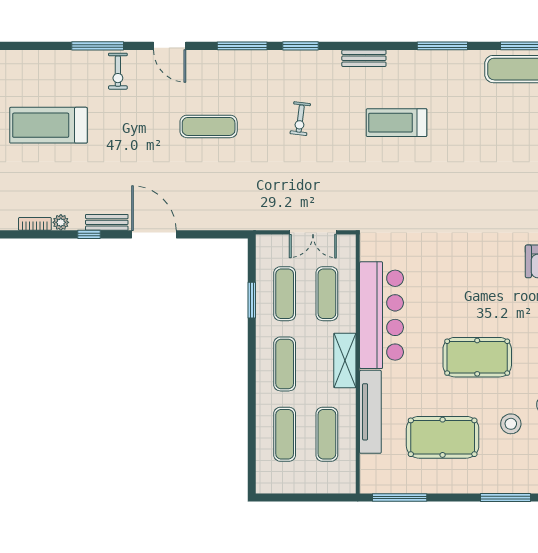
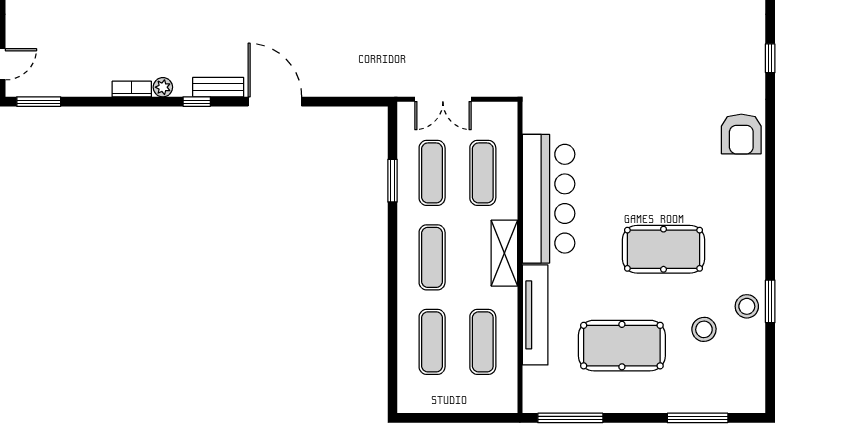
double door: (313, 232) -> (443, 99), moved

